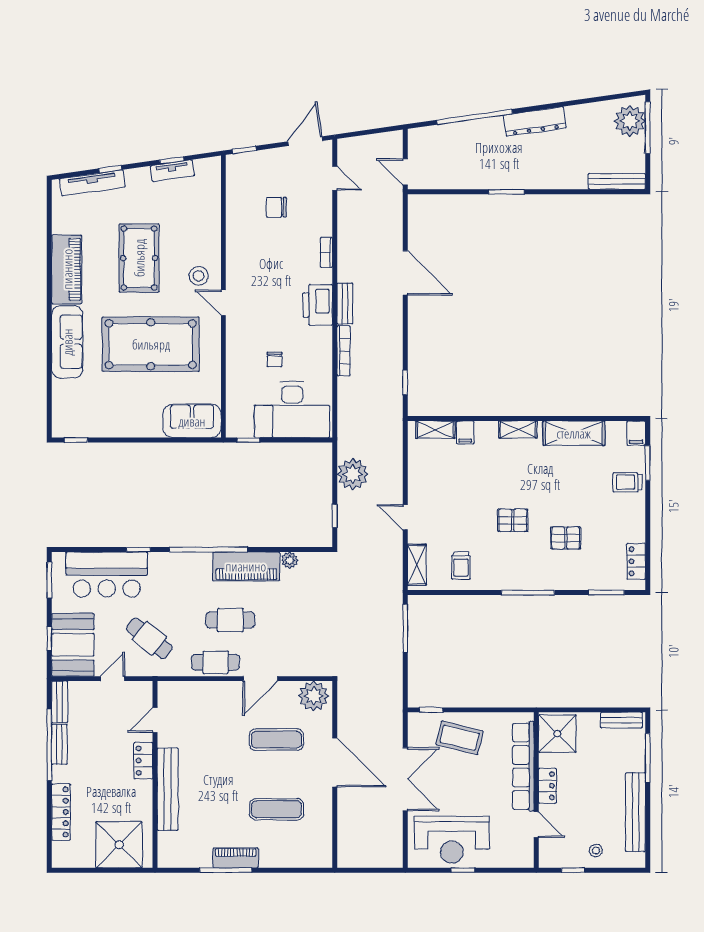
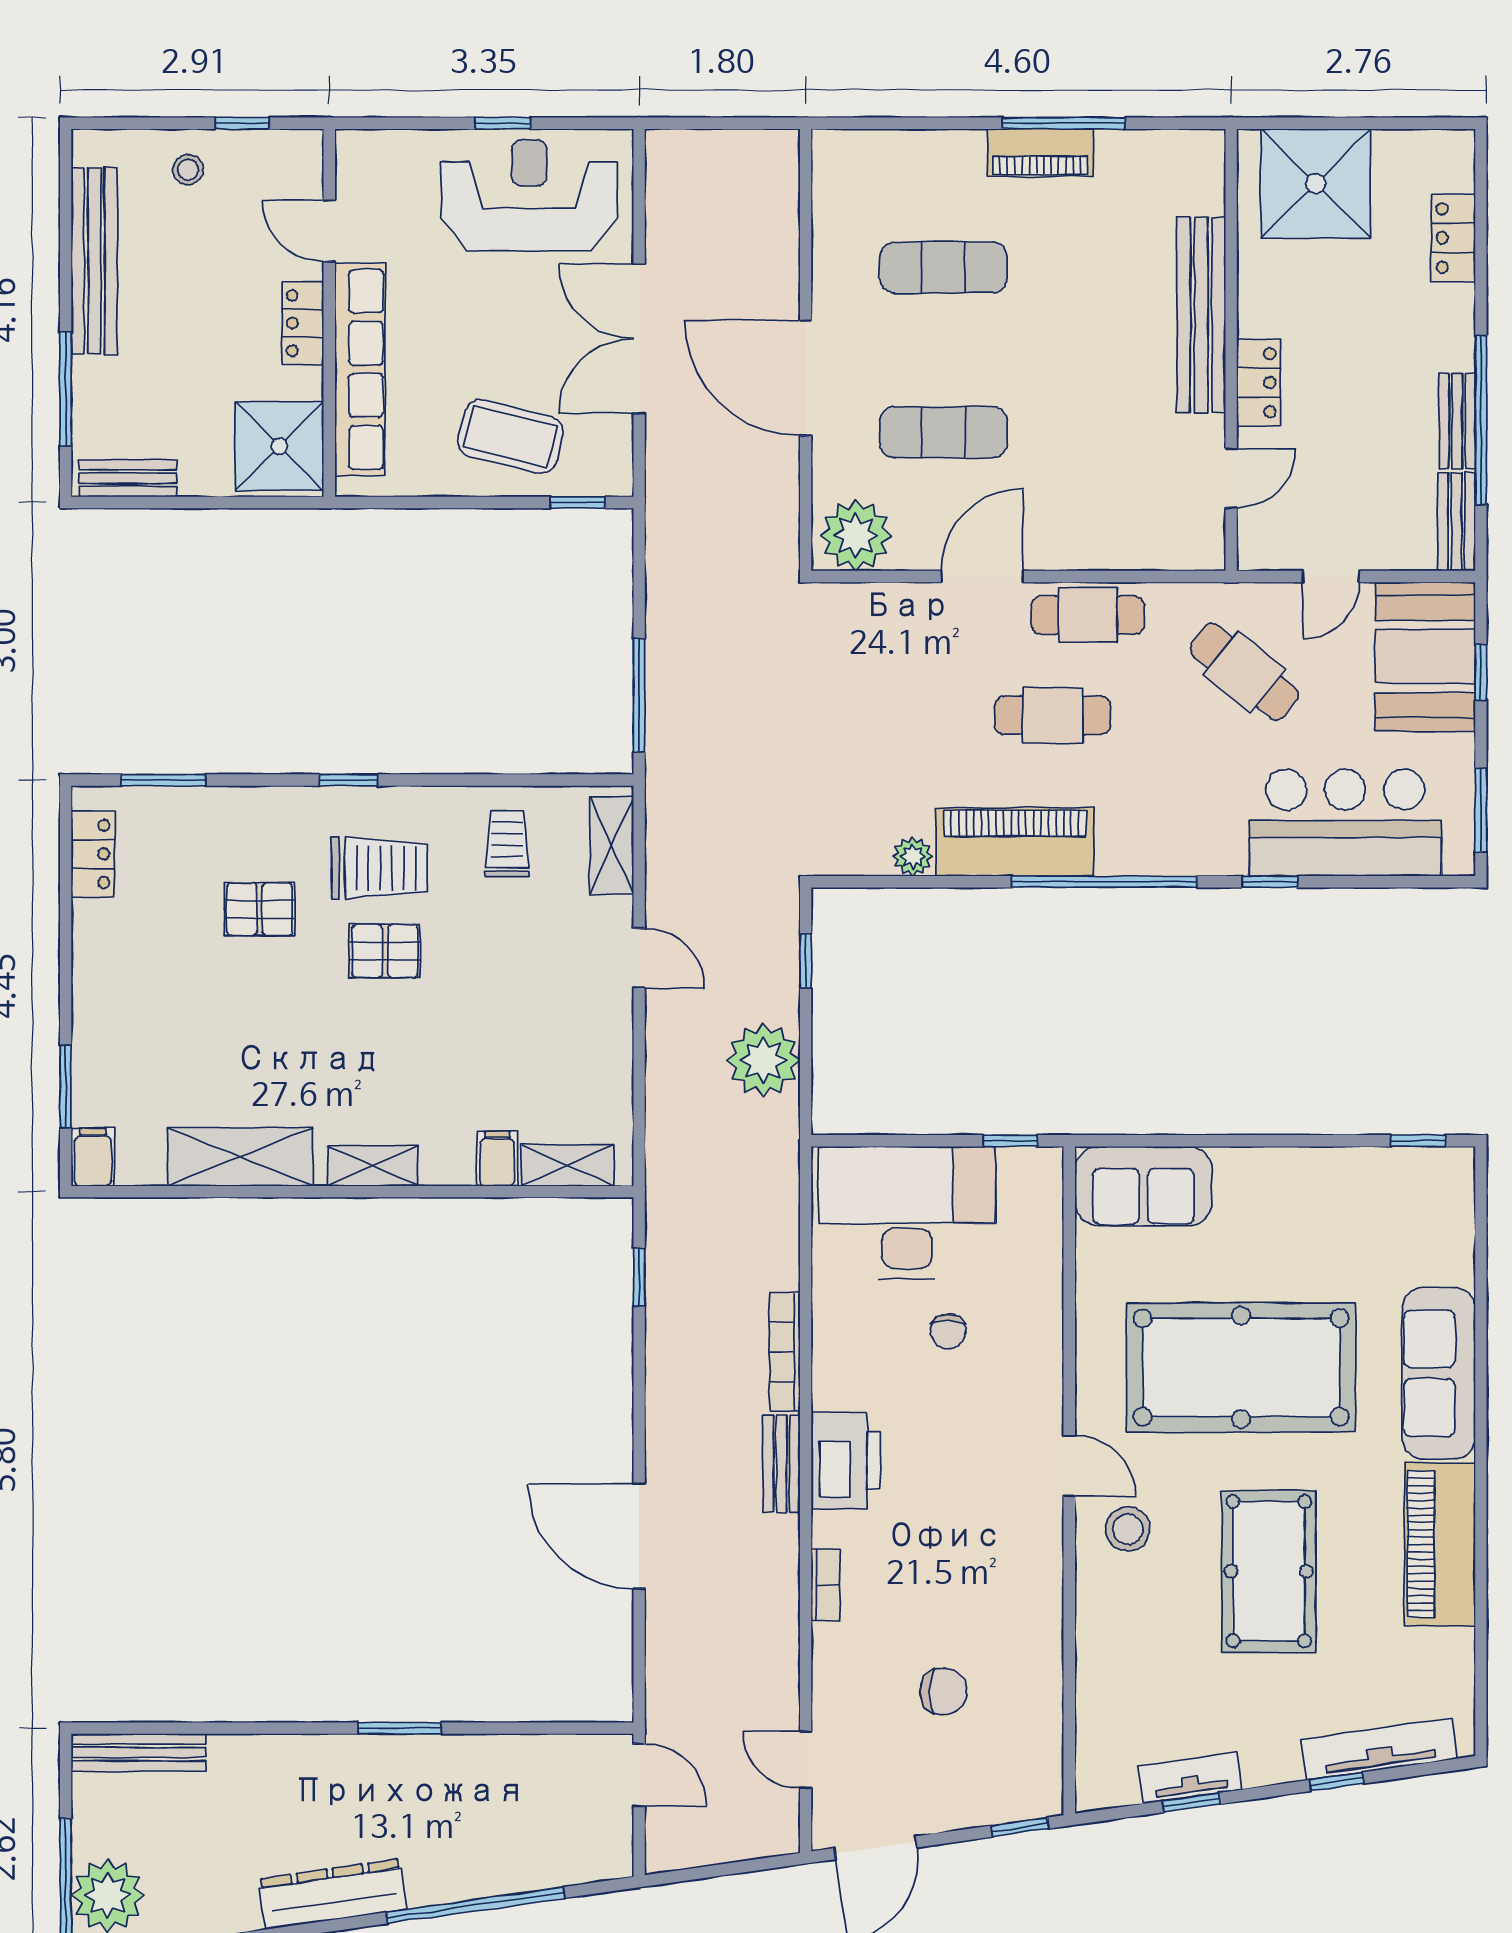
chair: (275, 359) -> (948, 1331), turned 180
trolley: (627, 482) -> (379, 868), moved, width x1.36, depth x1.39
window: (528, 593) -> (349, 780), width x0.46
locker: (61, 812) -> (1453, 238), width x0.66

